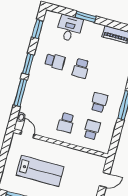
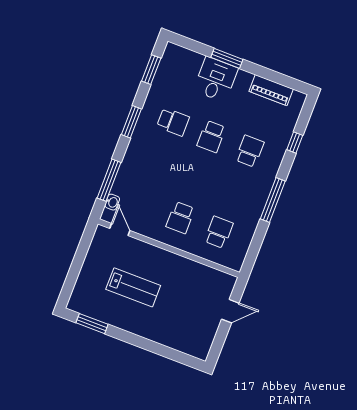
desk: (70, 28) -> (216, 79), moved
window: (20, 93) -> (109, 180), moved
school desk: (99, 102) -> (250, 151), moved
lab bench: (40, 171) -> (133, 287), width x0.73, depth x0.72

